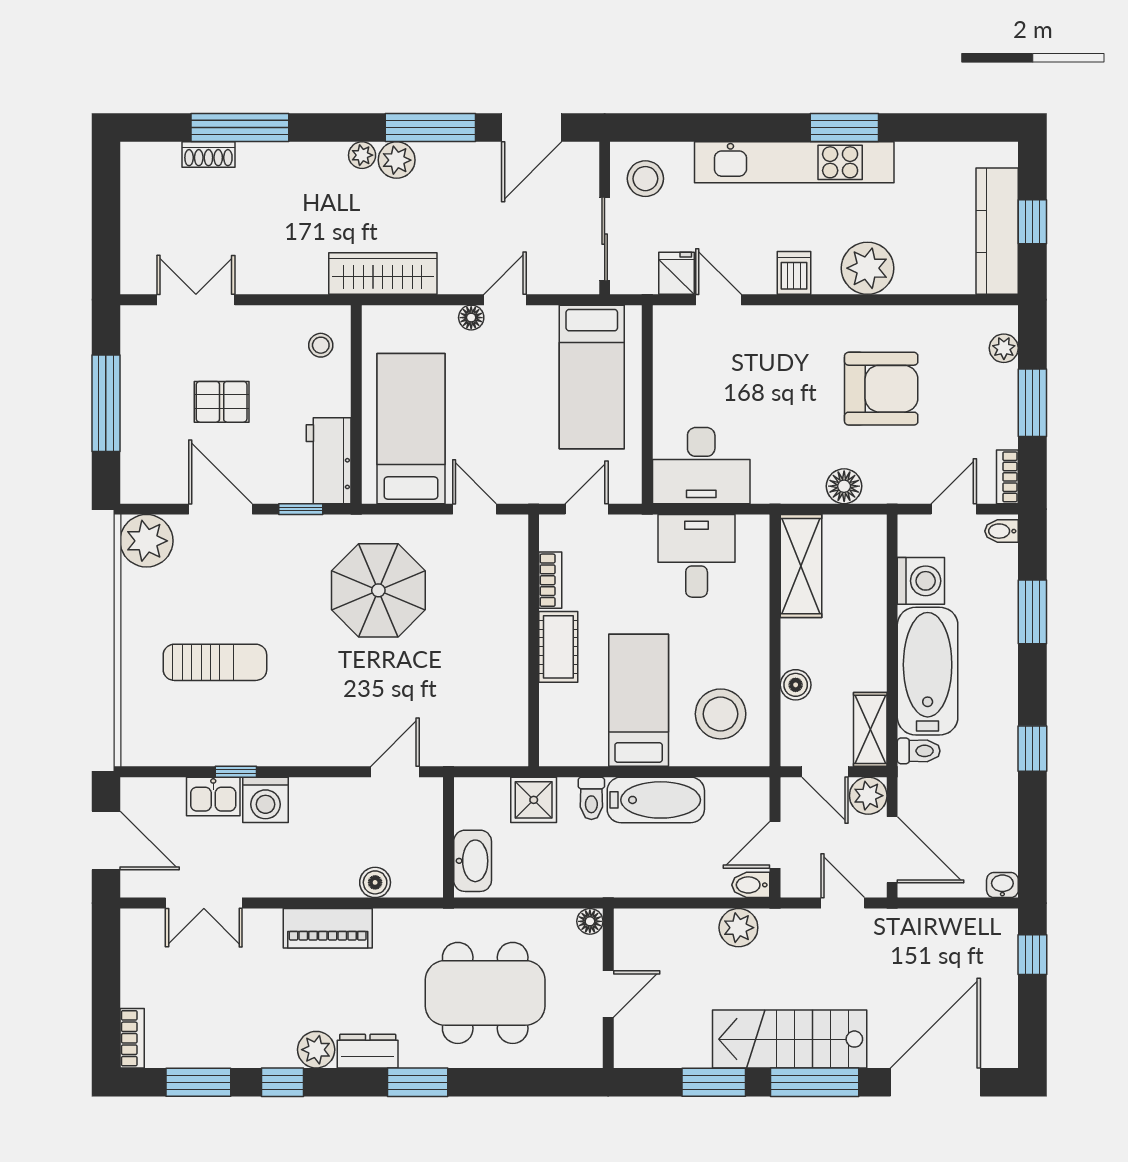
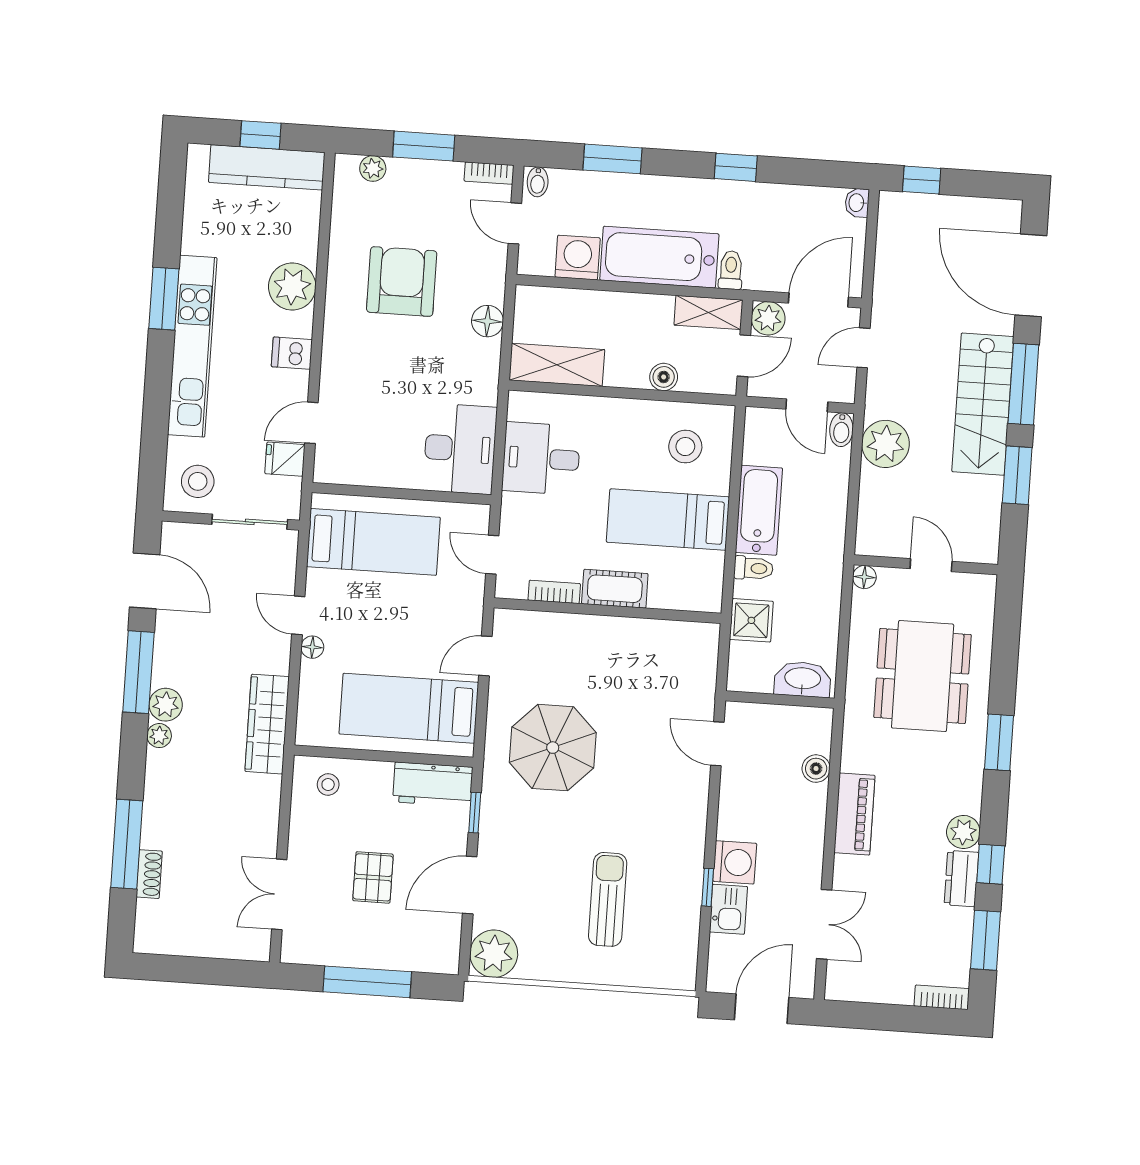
stool: (721, 714) -> (685, 447), width x0.73, depth x0.73
plant: (738, 928) -> (886, 444), width x1.36, depth x1.36
dresser: (368, 1051) -> (961, 879), moved

